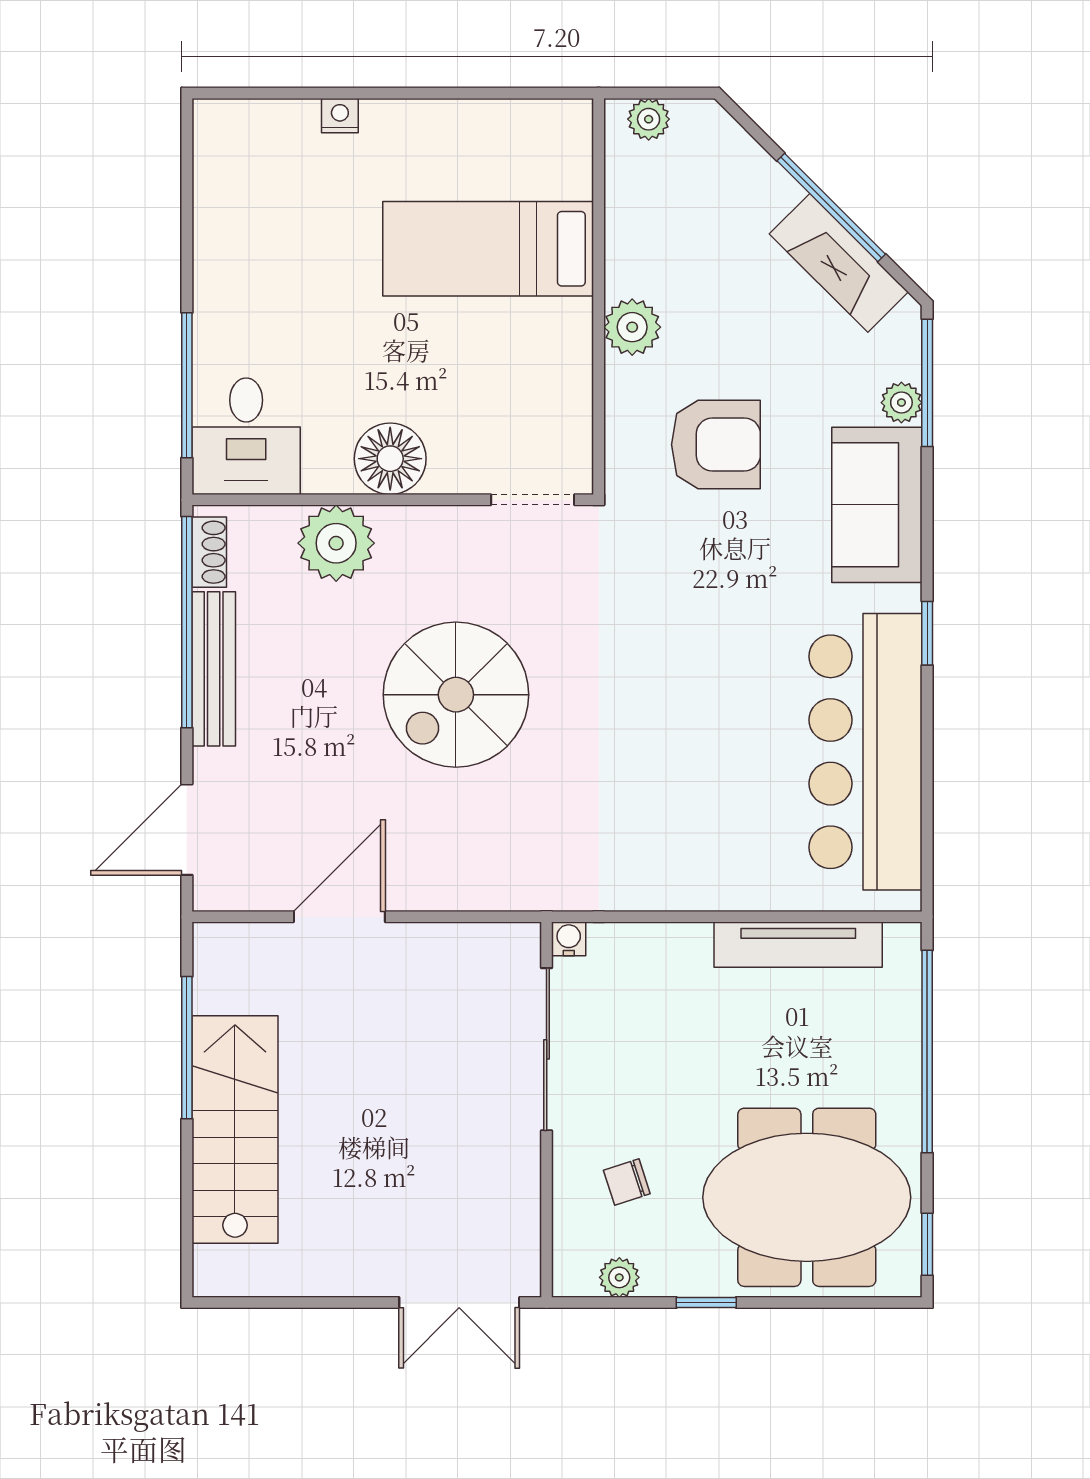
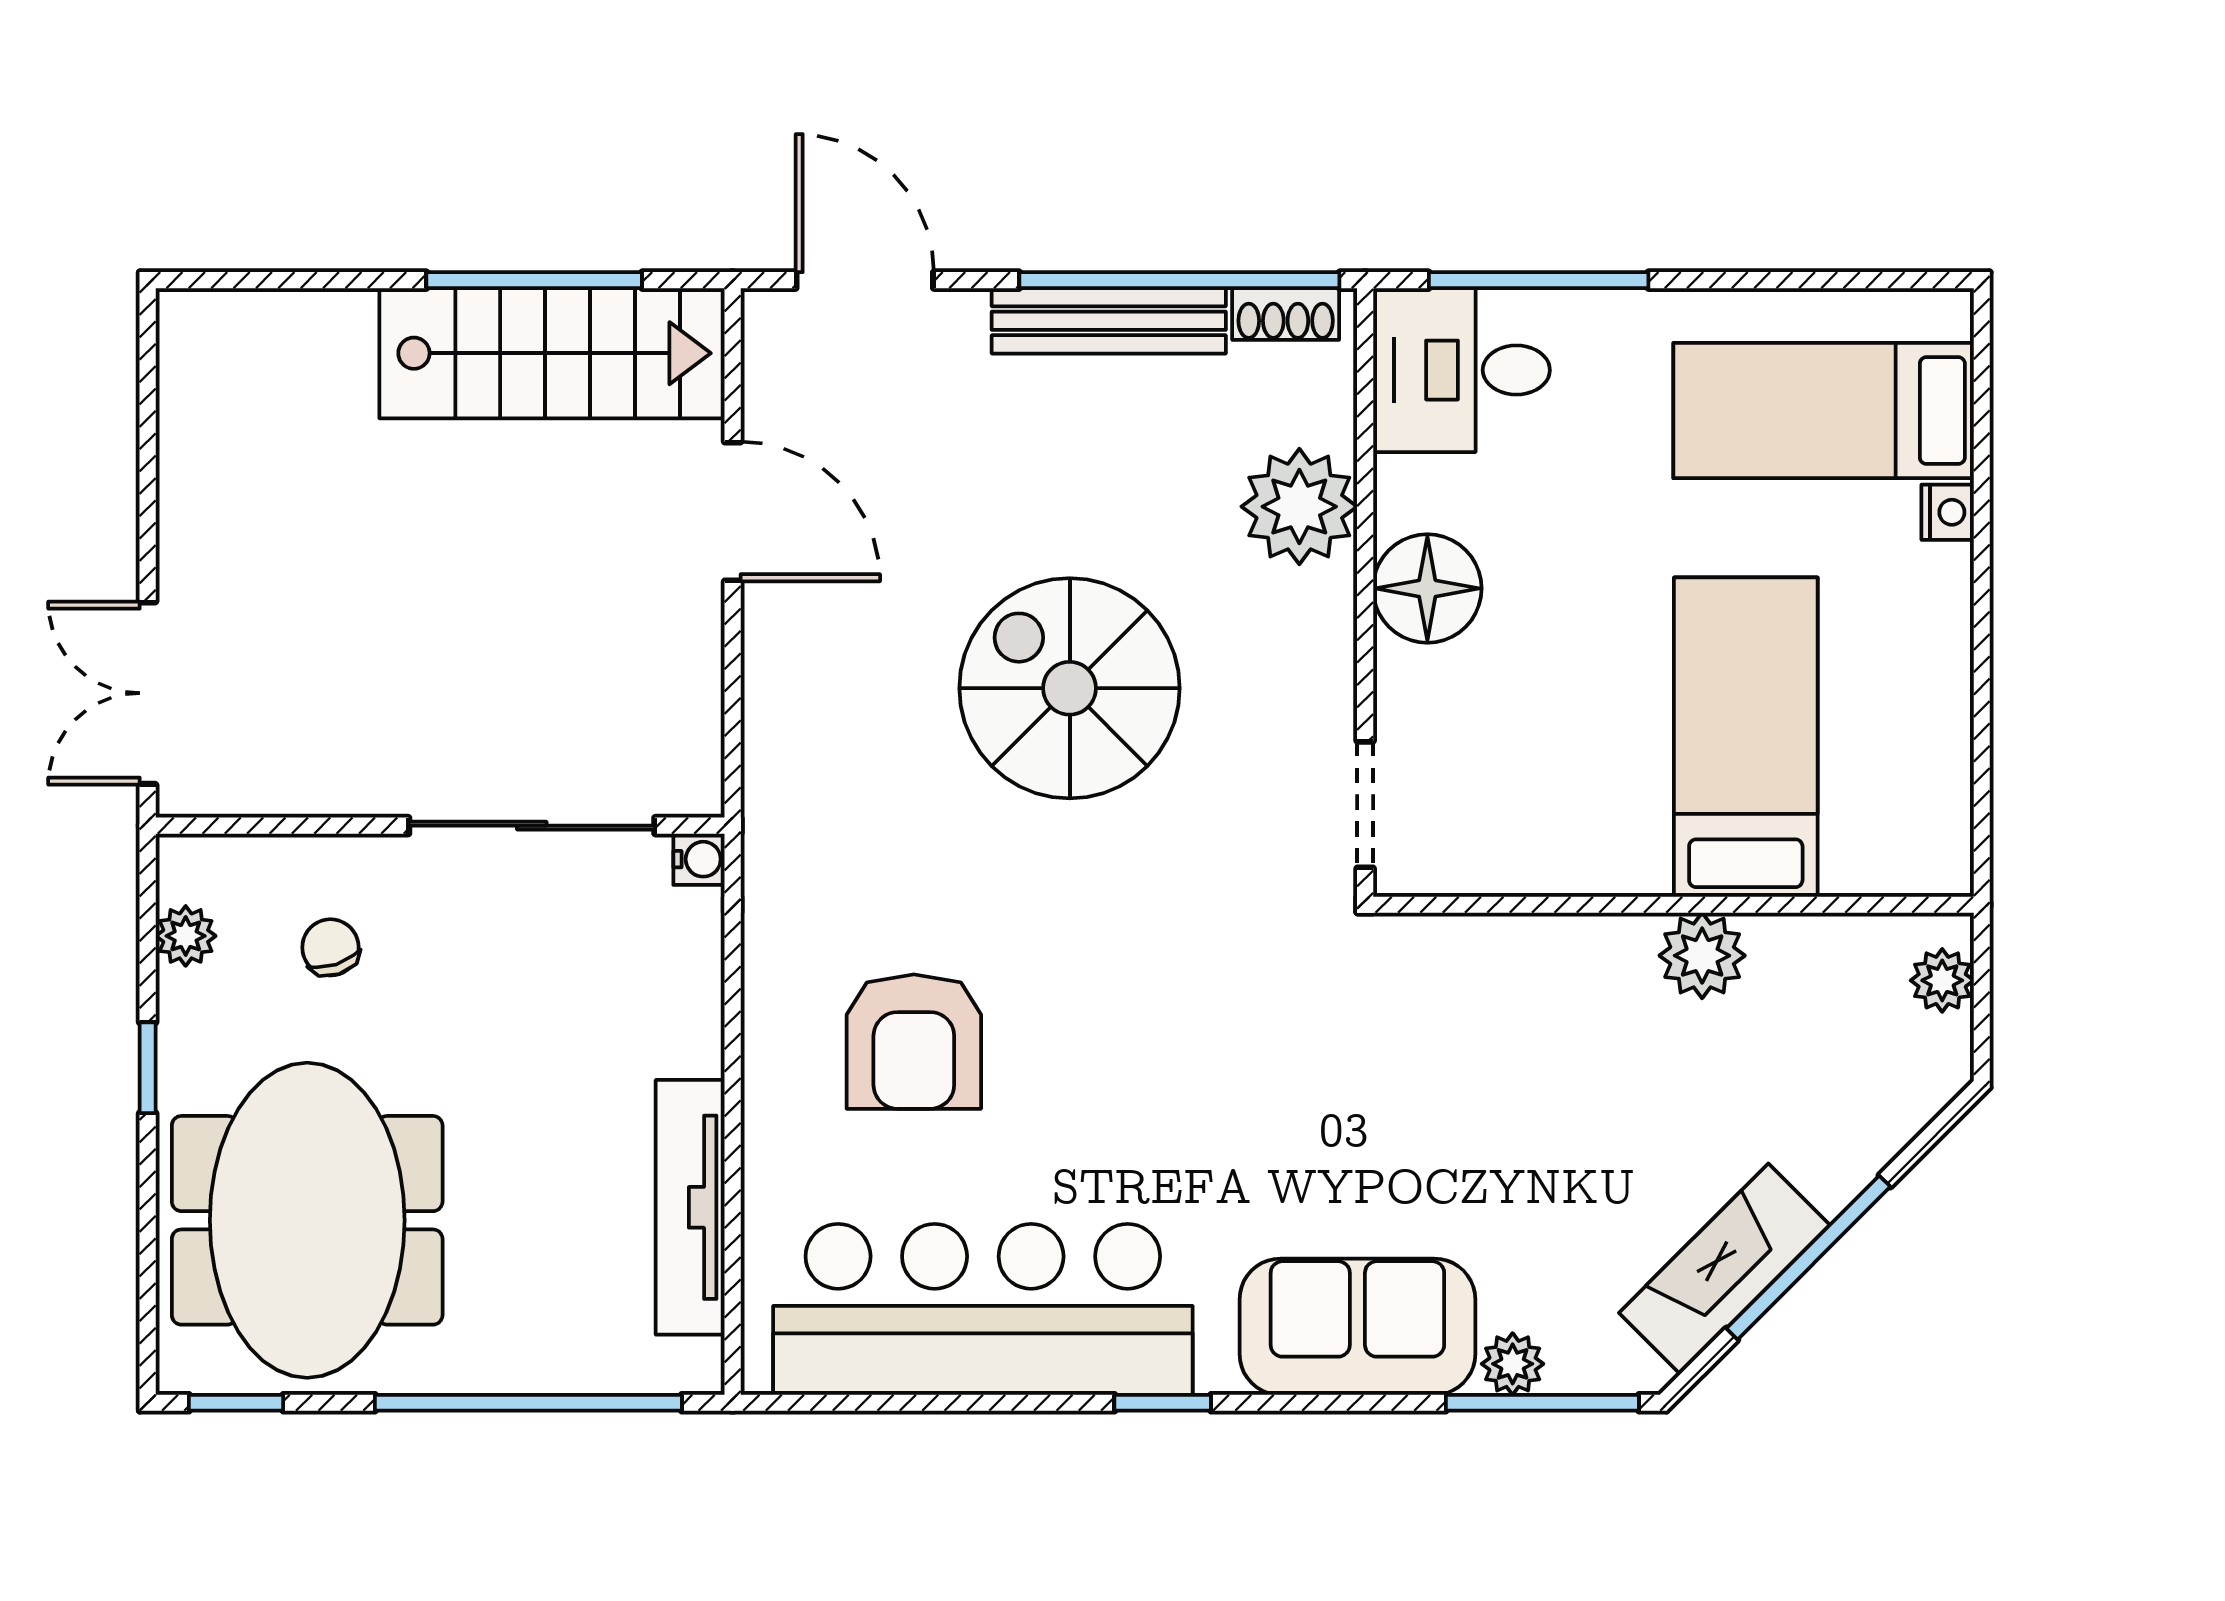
bed: (273, 197) -> (1824, 411), added
plant: (632, 327) -> (1702, 956), moved
armchair: (716, 445) -> (914, 1042), moved
stairs: (235, 1130) -> (552, 353), moved

